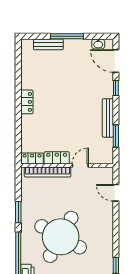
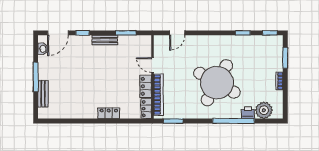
locker: (27, 102) -> (109, 113), moved
bench: (108, 118) -> (105, 40), width x0.73
window: (18, 212) -> (173, 121), moved

